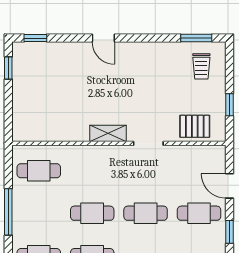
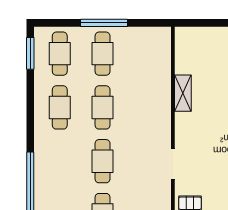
shelving: (108, 133) -> (183, 93), moved
cafe table: (39, 171) -> (103, 54), moved

